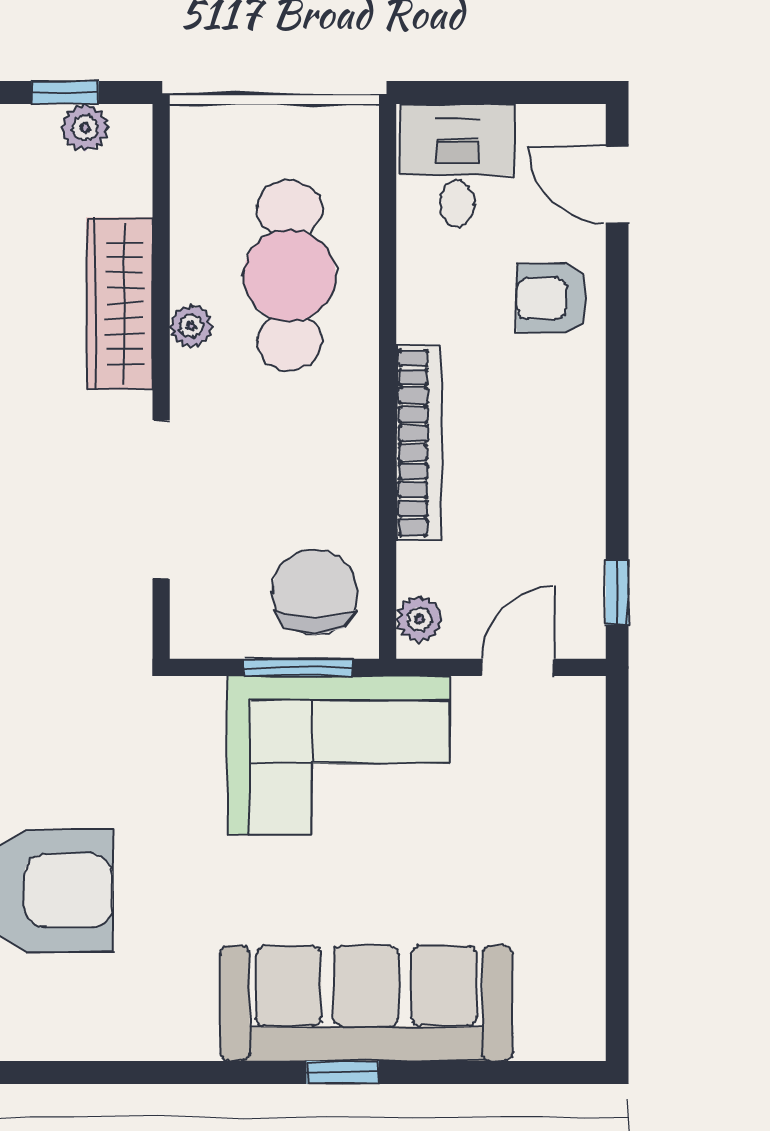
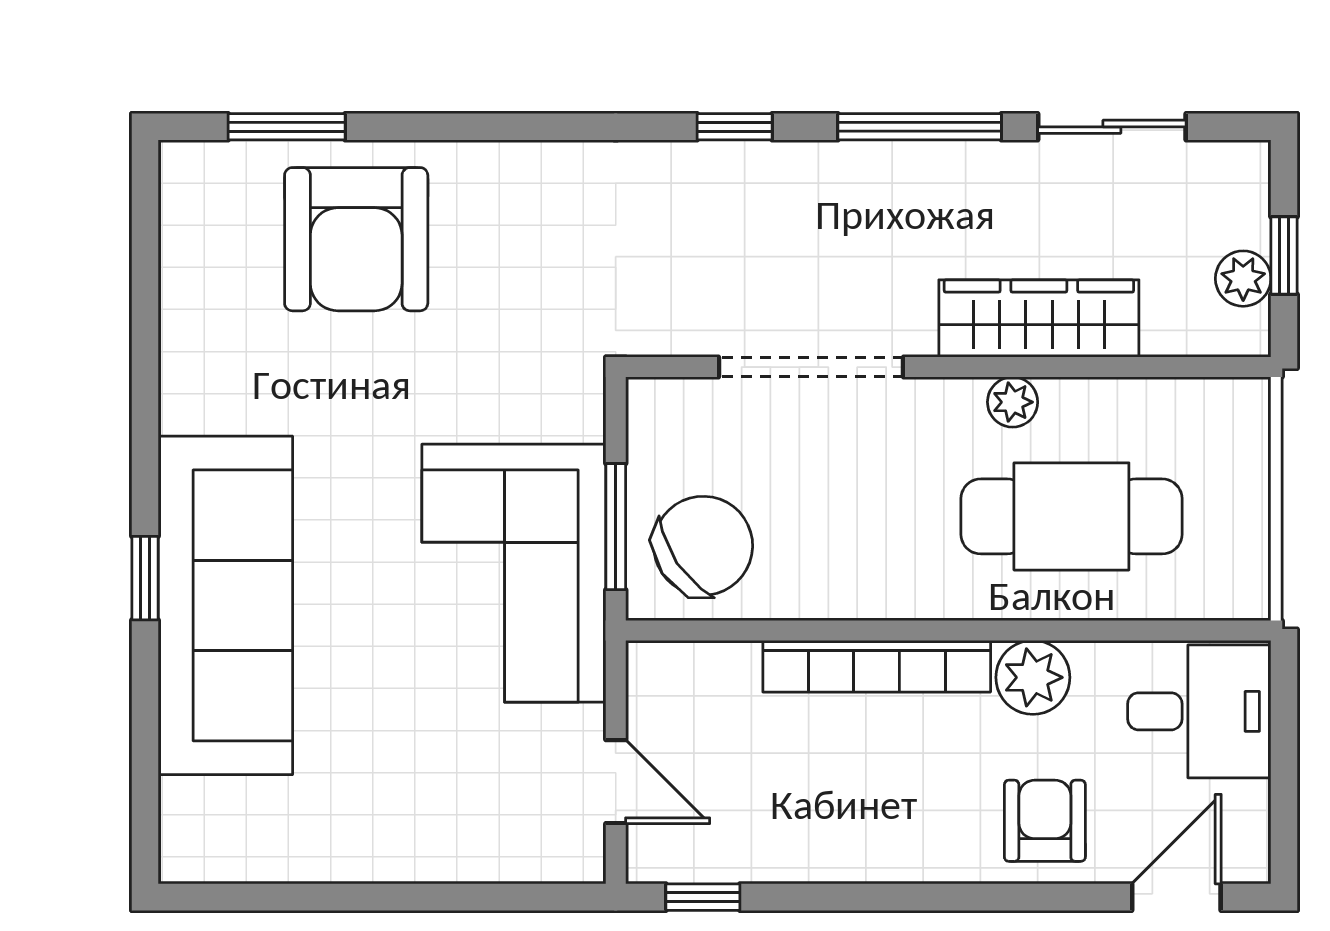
chair: (315, 592) -> (703, 546), turned -34
plant: (419, 619) -> (1033, 677), moved, width x1.38, depth x1.38

